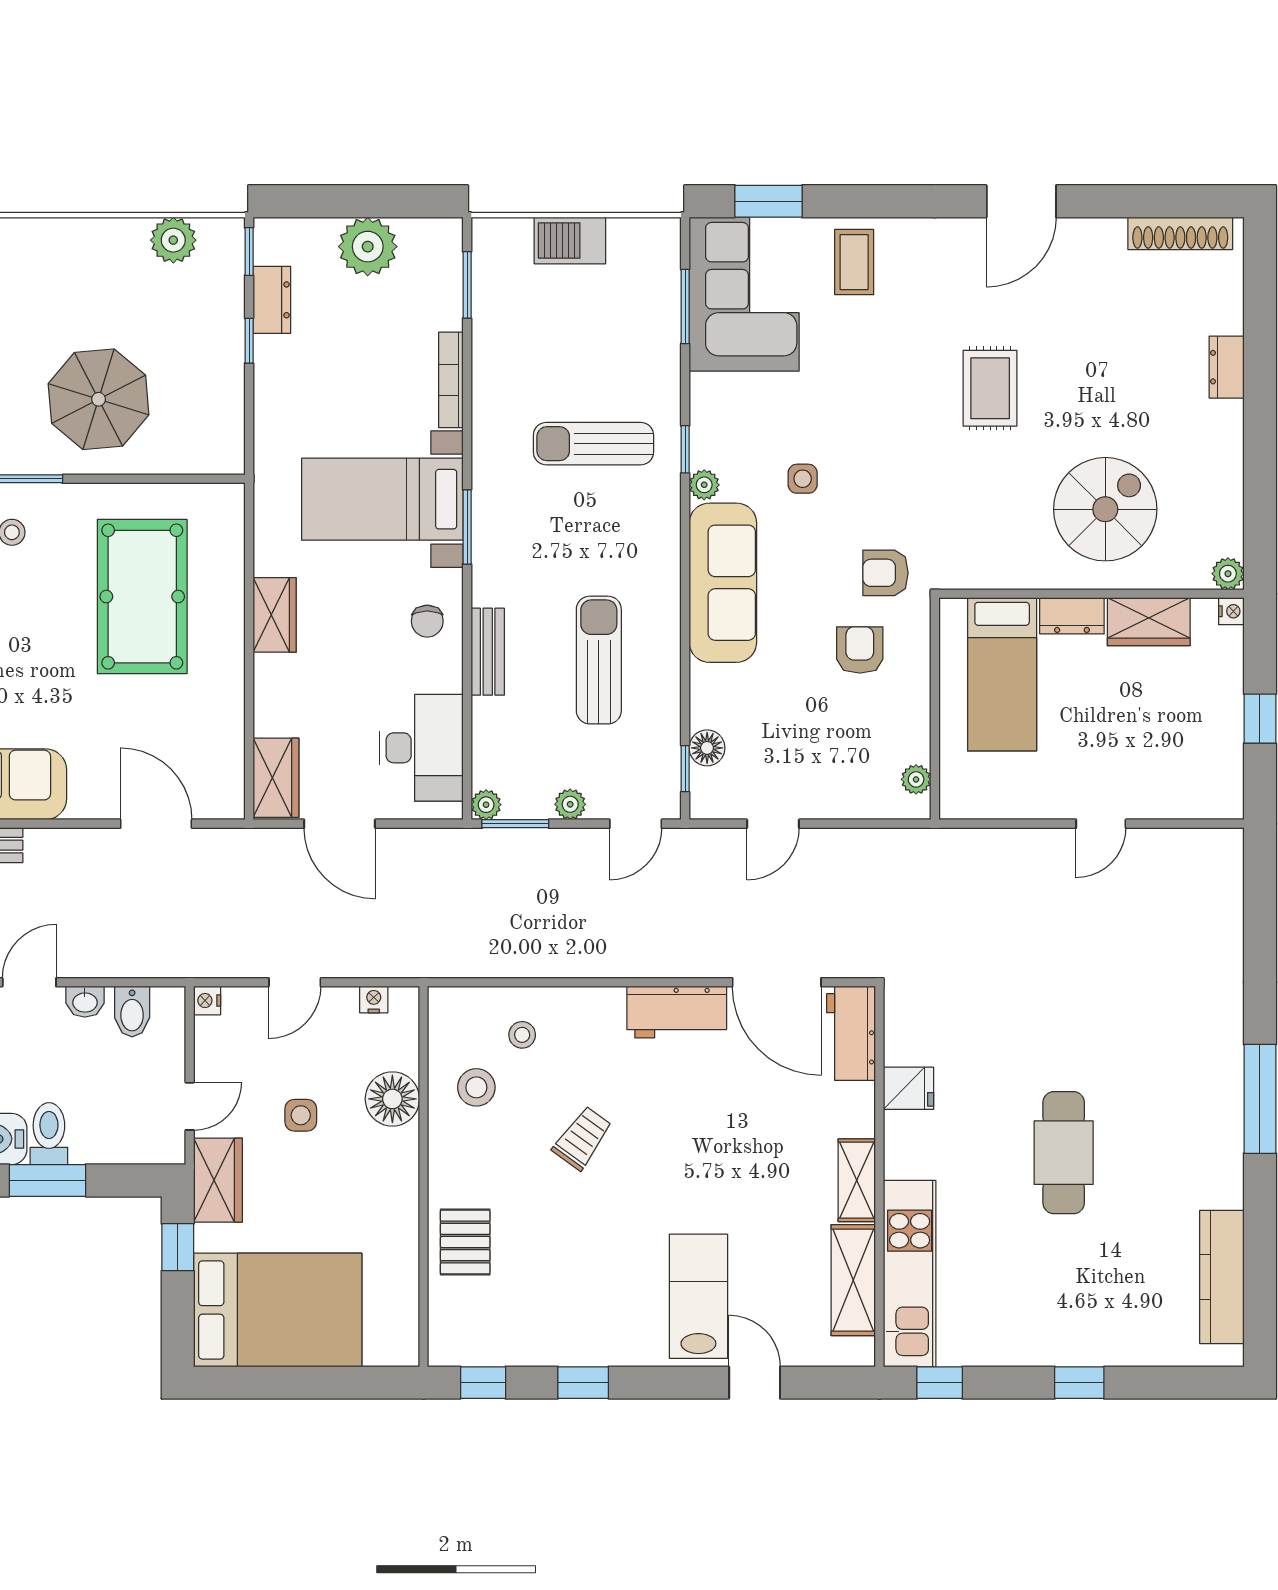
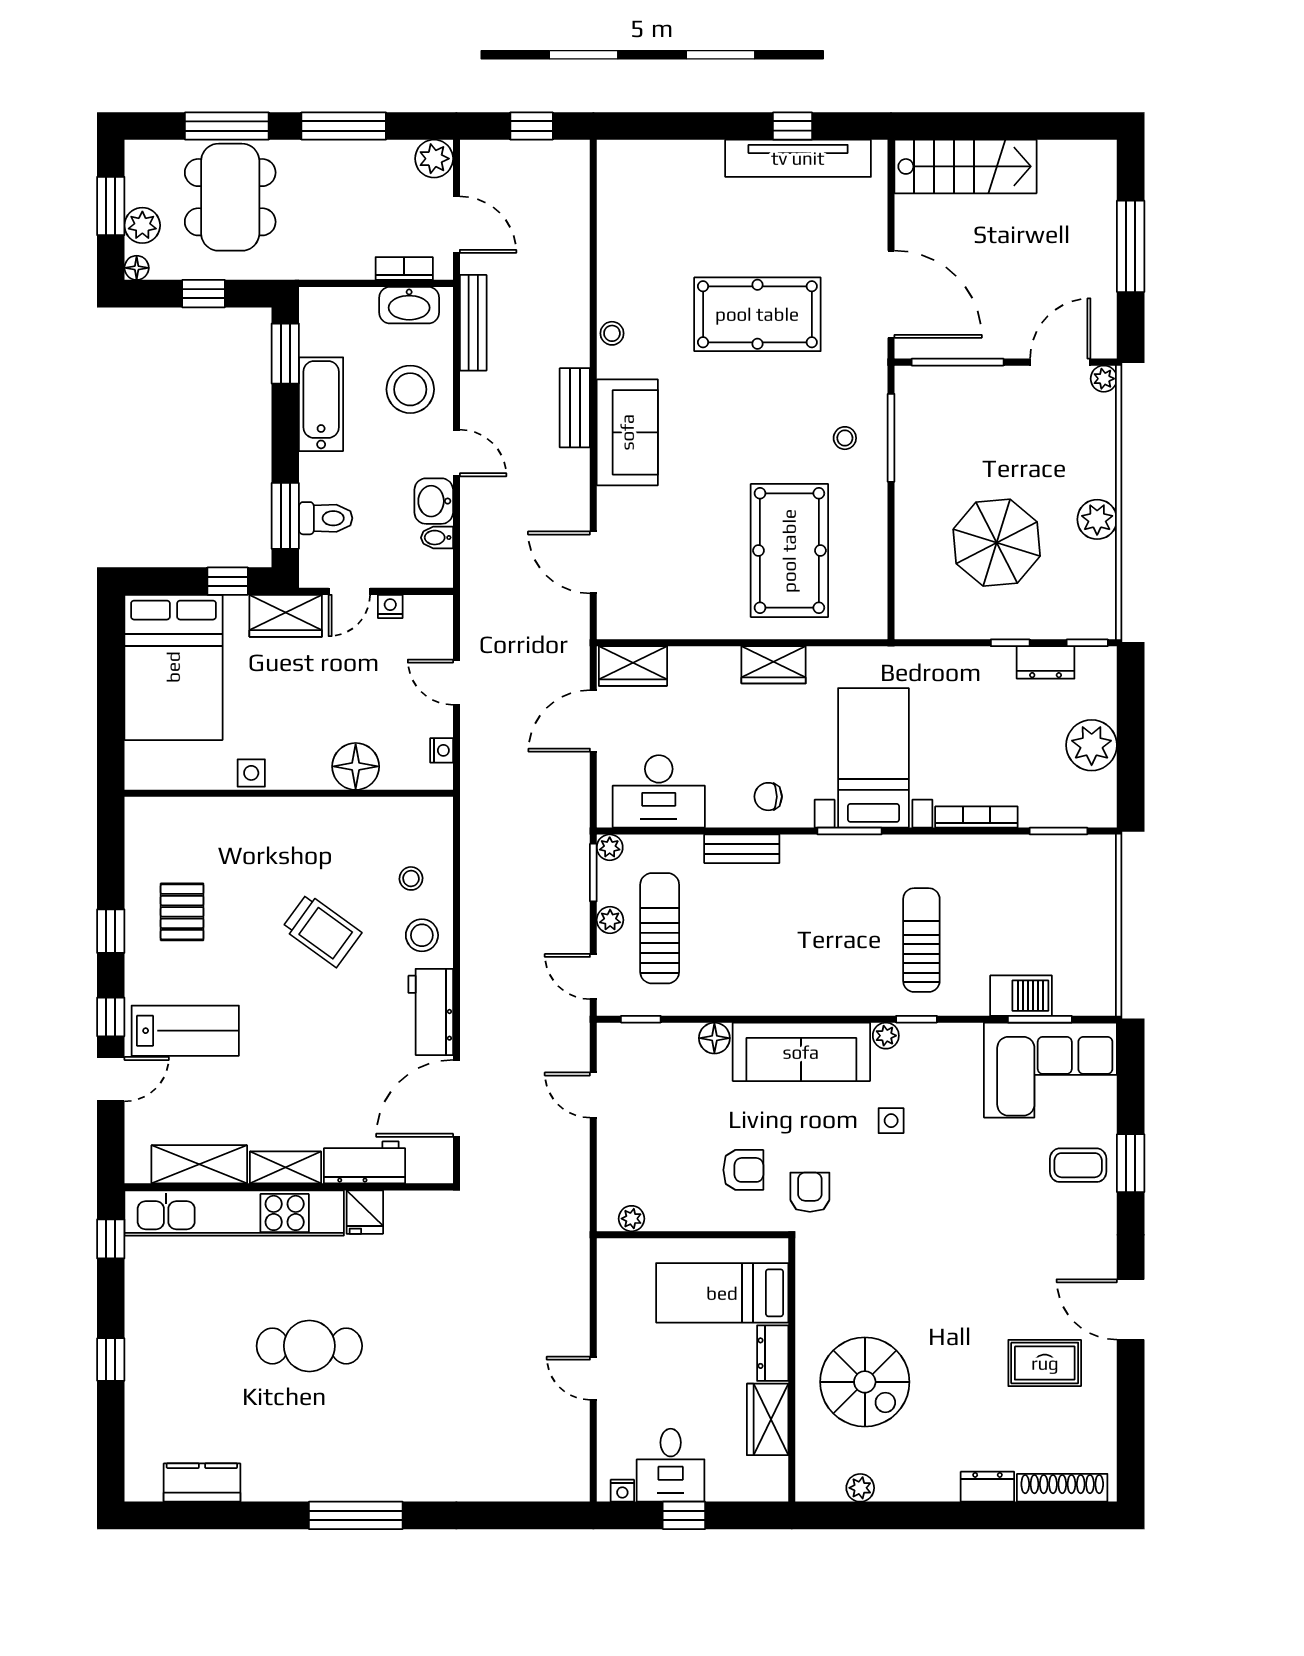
window: (769, 201) -> (1131, 1163), moved
shoe rack: (1180, 233) -> (1062, 1488), moved, turned 90
plant: (173, 240) -> (1097, 519), moved
barbecue: (570, 240) -> (1021, 996), moved, turned 90
rug: (990, 388) -> (1045, 1363), moved
parasol: (99, 399) -> (997, 543), moved
plant: (1228, 574) -> (860, 1488), moved
pool table: (142, 597) -> (789, 551), turned 90
nightstand: (1231, 611) -> (622, 1491), moved
sun lounger: (599, 660) -> (660, 928), moved, turned -90
desk: (1202, 734) -> (671, 1465), added
floor lamp: (707, 748) -> (714, 1038), moved
door: (156, 824) -> (593, 562), swing flipped
nightstand: (207, 1001) -> (390, 606), moved
washbasin: (85, 1002) -> (434, 501), width x1.38, depth x1.45
bidet: (132, 1012) -> (437, 538), width x0.72, depth x0.74
workbench: (851, 1033) -> (365, 1162), moved
stool: (476, 1087) -> (422, 935), moved
door: (190, 1106) -> (349, 591), hinge flipped
side table: (301, 1115) -> (251, 773), moved
toilet: (49, 1134) -> (326, 518), moved
trolley: (582, 1138) -> (322, 930), width x1.36, depth x1.39
window: (47, 1180) -> (285, 516), moved
pallet: (465, 1242) -> (182, 912), moved, turned 90
kitchen unit: (910, 1274) -> (234, 1213), width x1.36
kitchen counter: (1222, 1277) -> (202, 1483), width x0.67
window: (483, 1383) -> (111, 1017), moved

